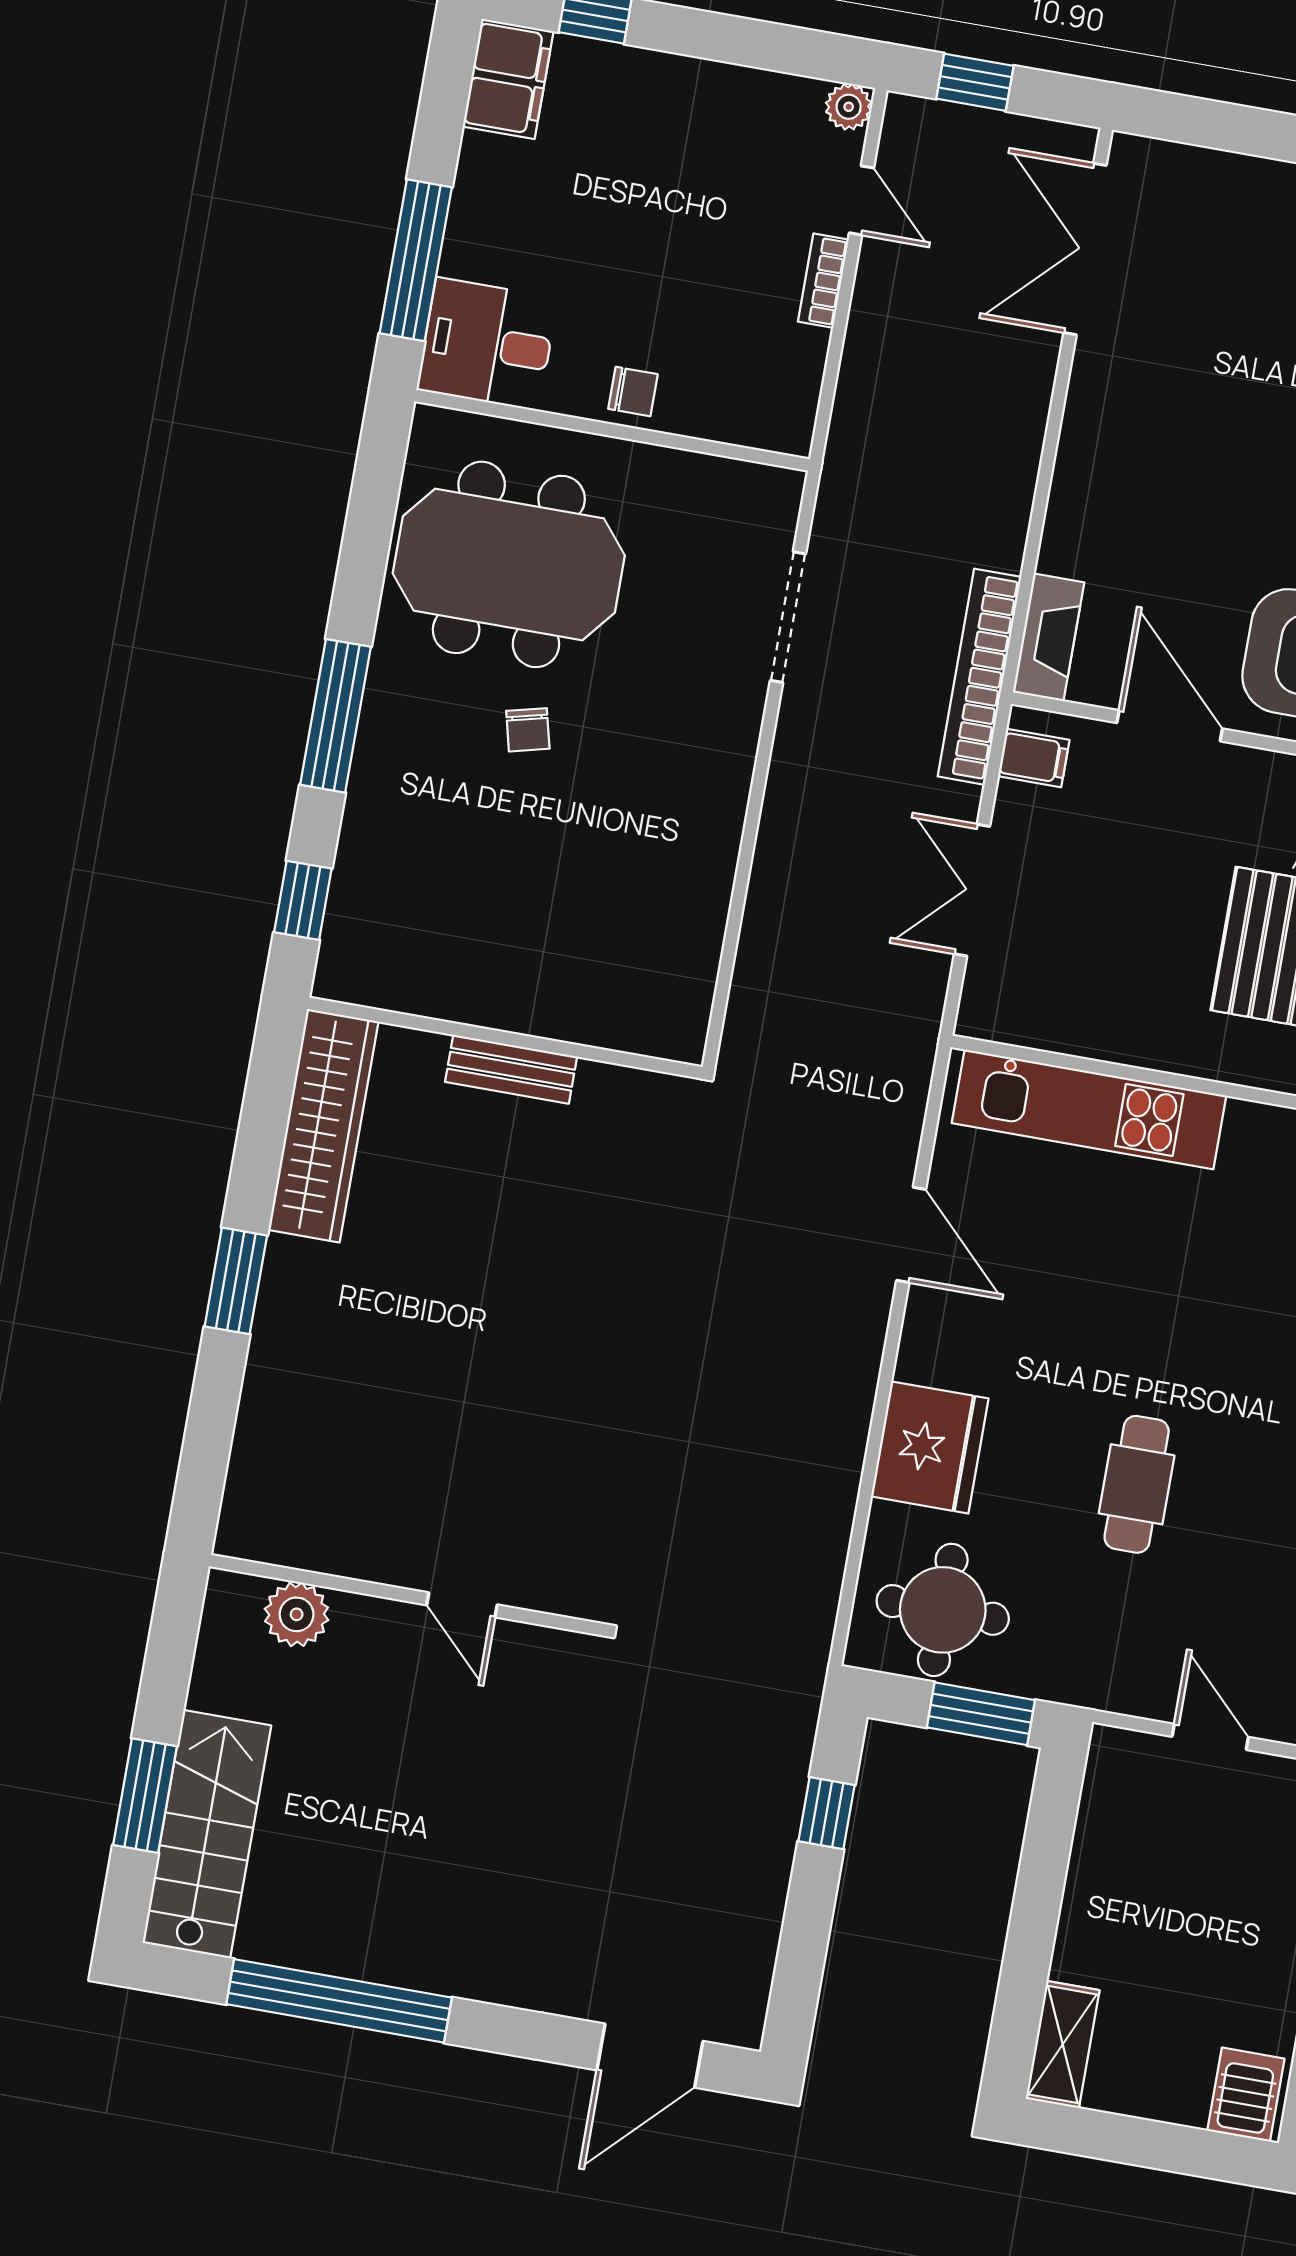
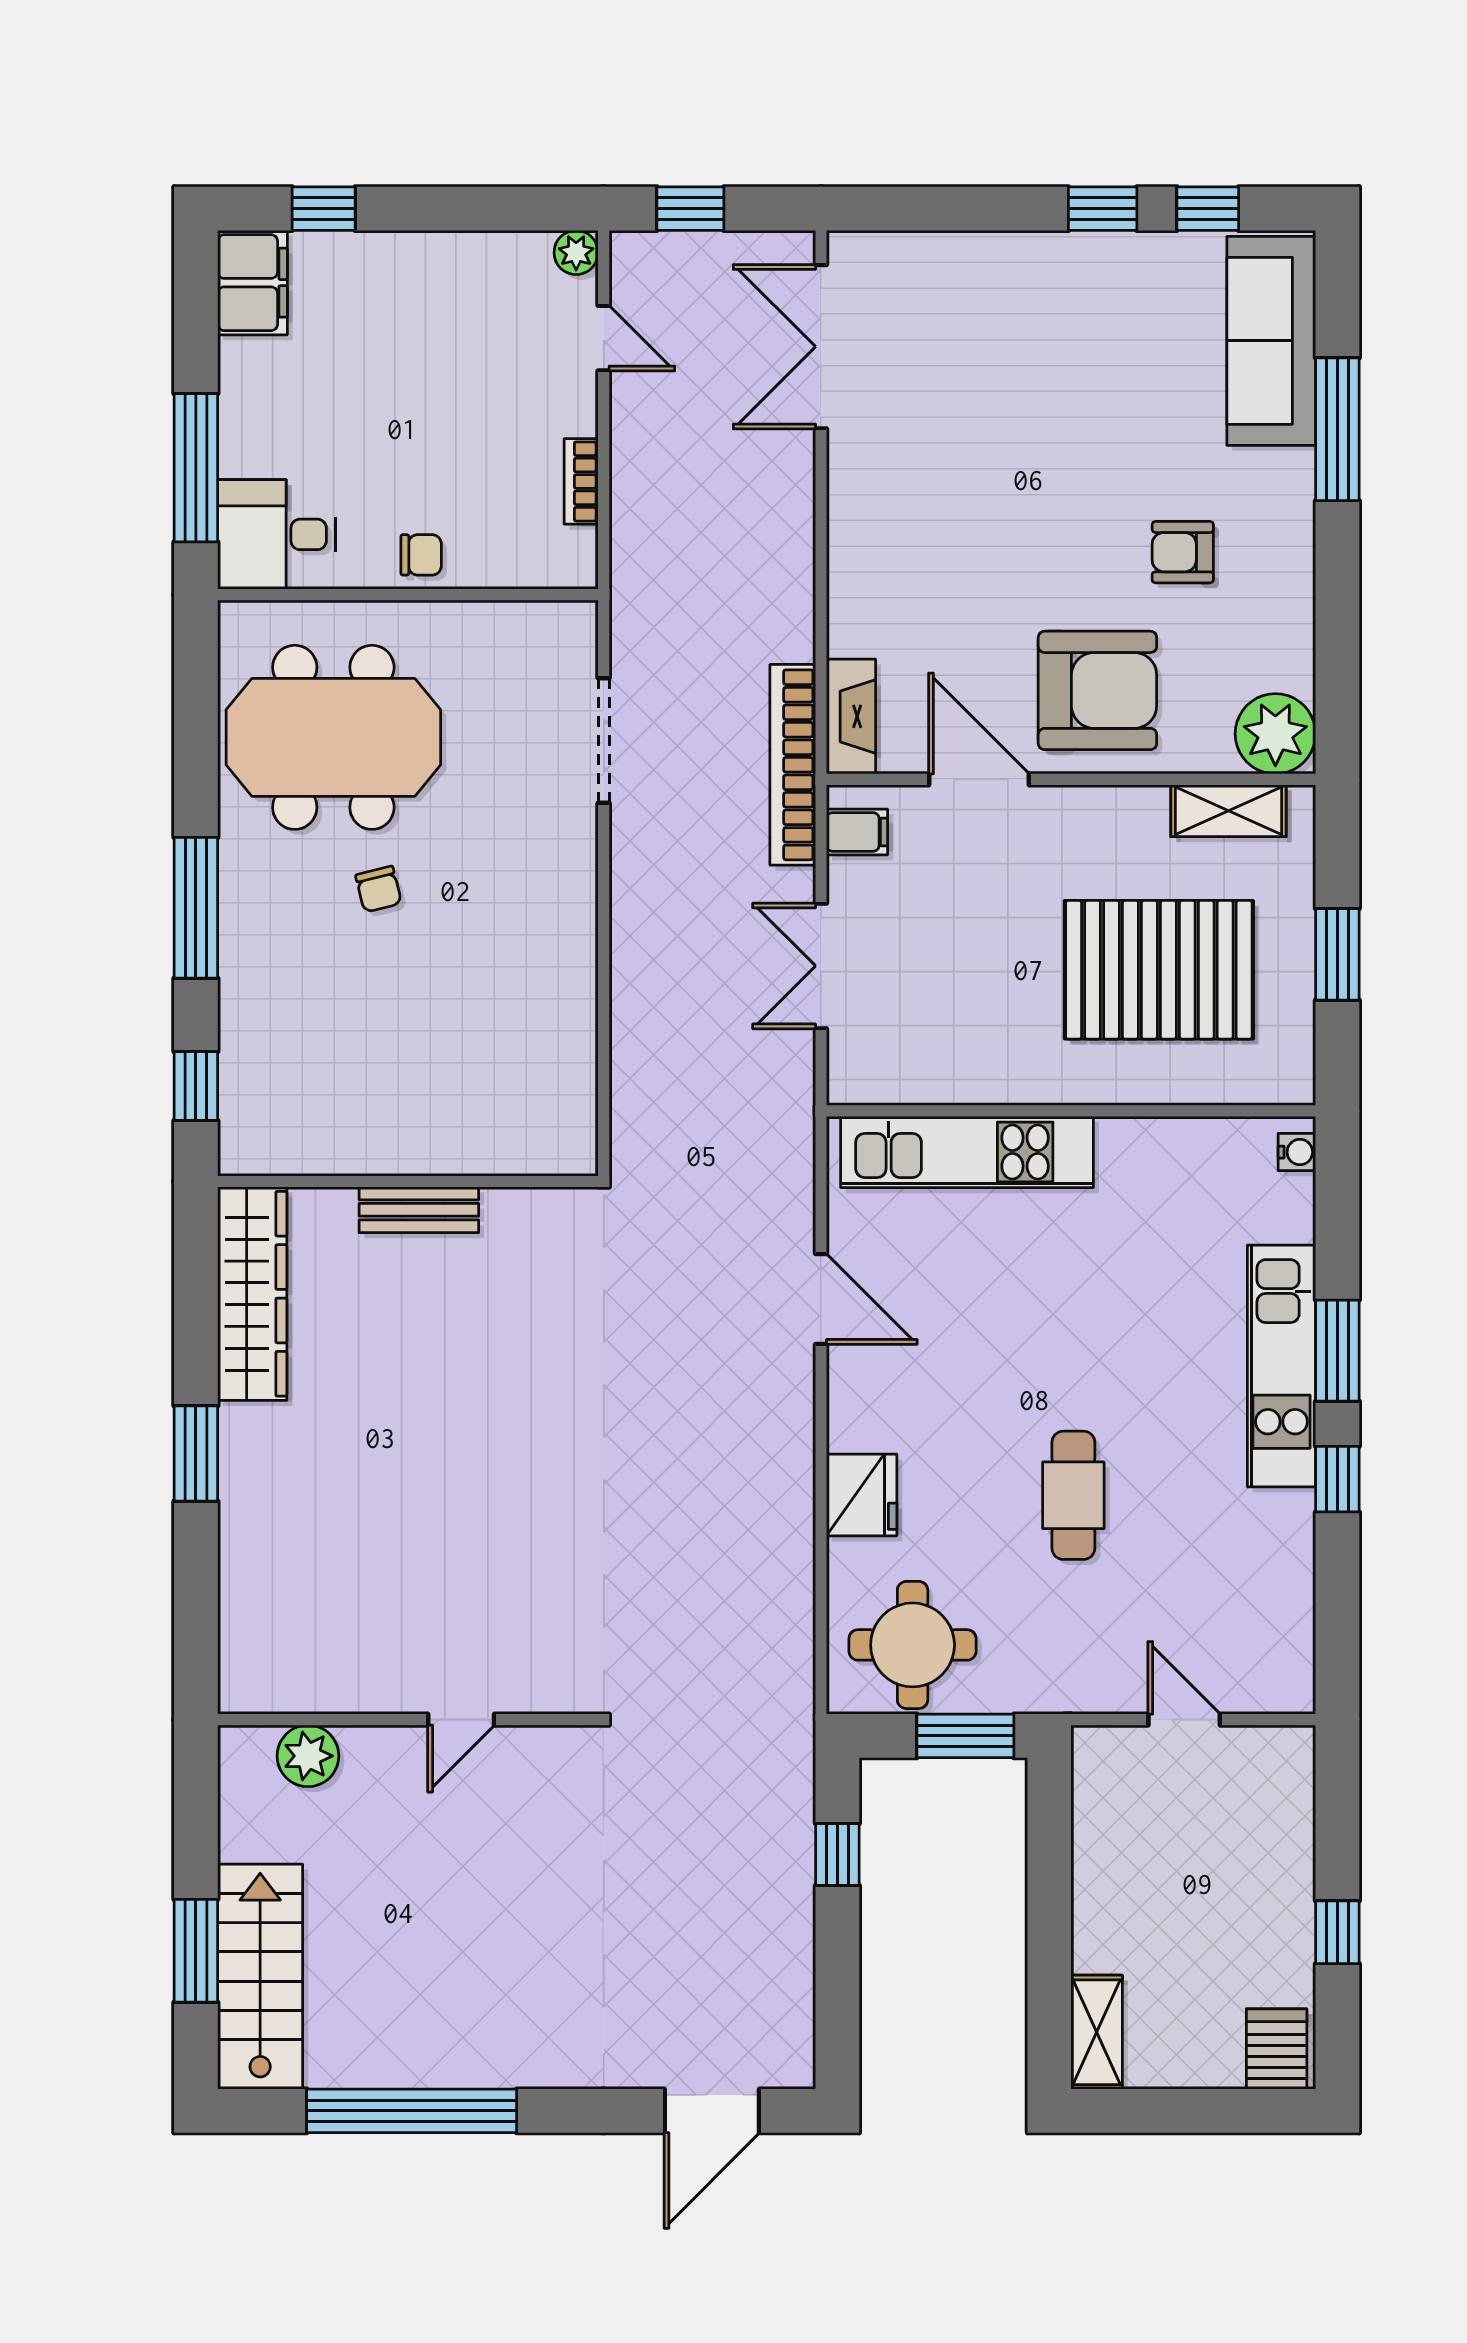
bookcase: (823, 281) -> (581, 481), moved
fridge: (930, 1447) -> (862, 1495), width x0.73, depth x0.75
door: (462, 1605) -> (461, 1720), hinge flipped

